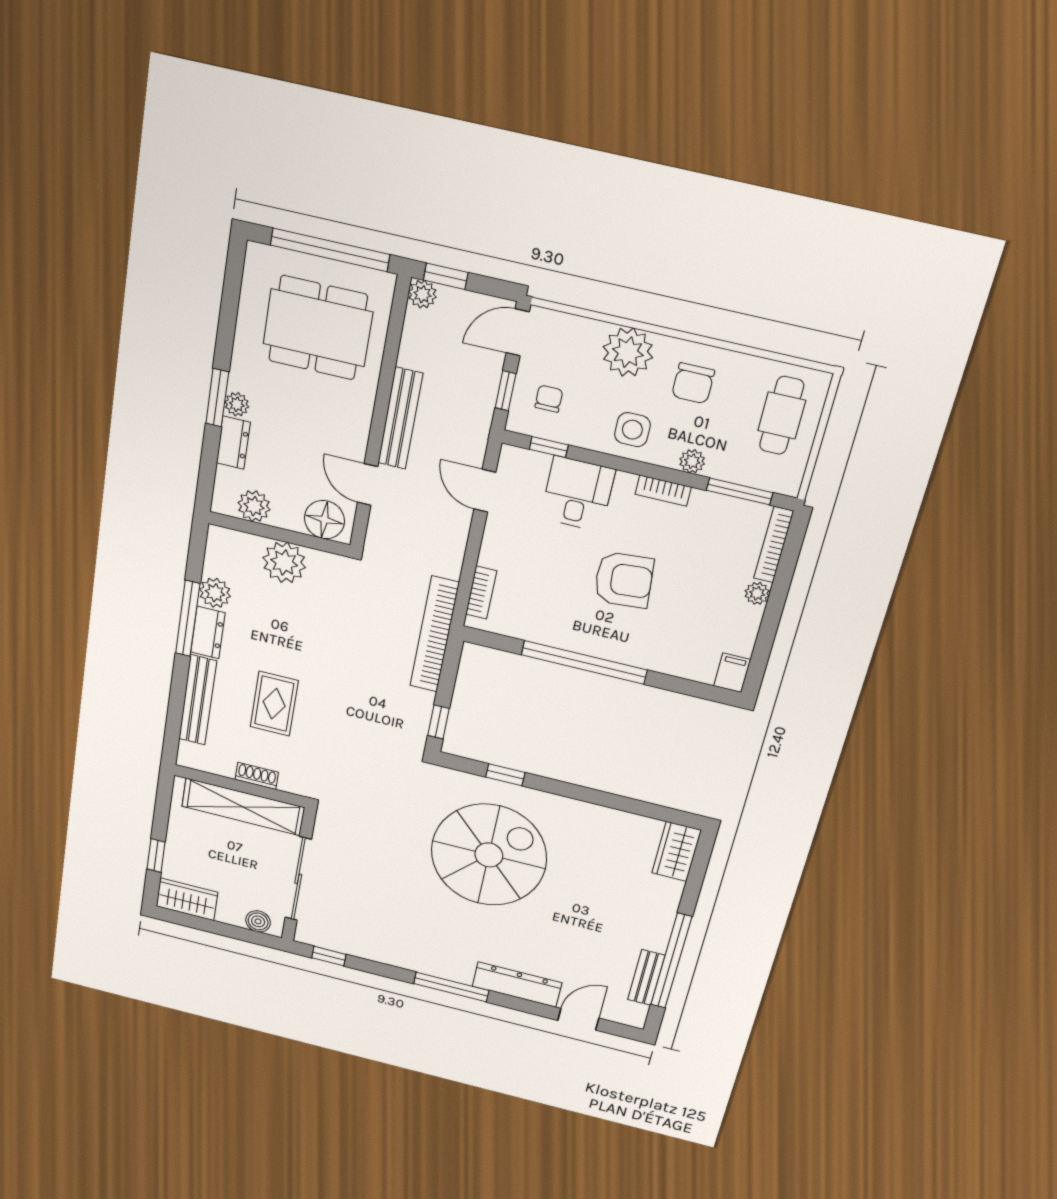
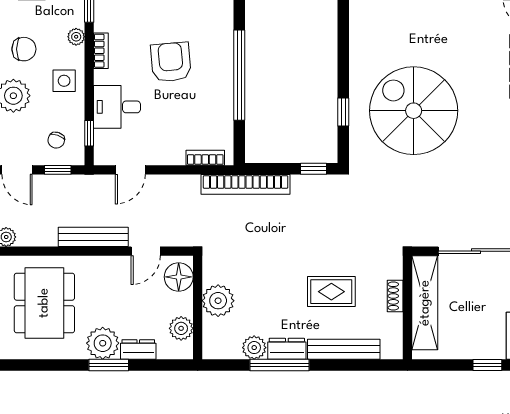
chair: (549, 399) -> (56, 140), turned -70
plant: (237, 404) -> (103, 343), width x1.87, depth x1.87

